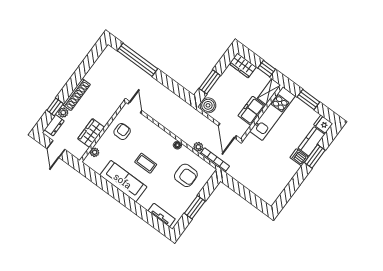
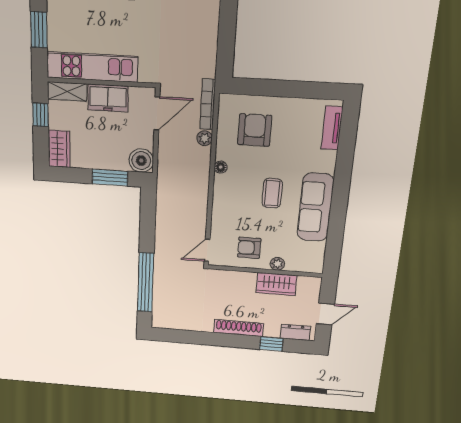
plant: (63, 113) -> (272, 331), removed
plant: (95, 152) -> (277, 264), moved
window: (195, 207) -> (292, 89), removed

